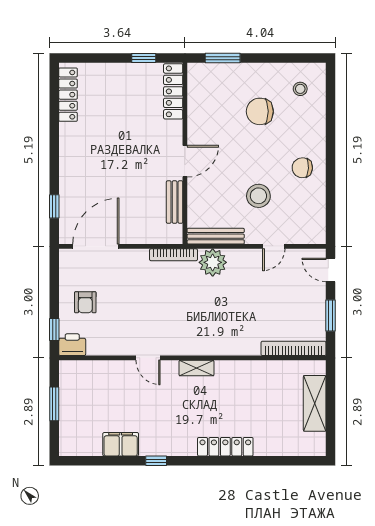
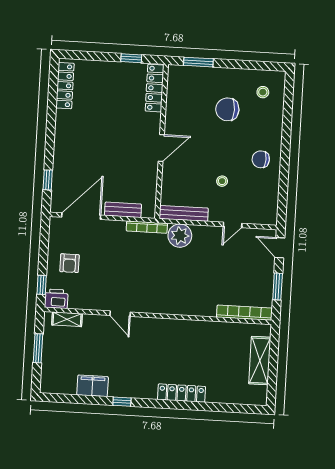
stool: (258, 196) -> (222, 181), width x0.53, depth x0.53
bench: (175, 202) -> (123, 210), moved, turned 90
shelving: (196, 368) -> (67, 319), moved

